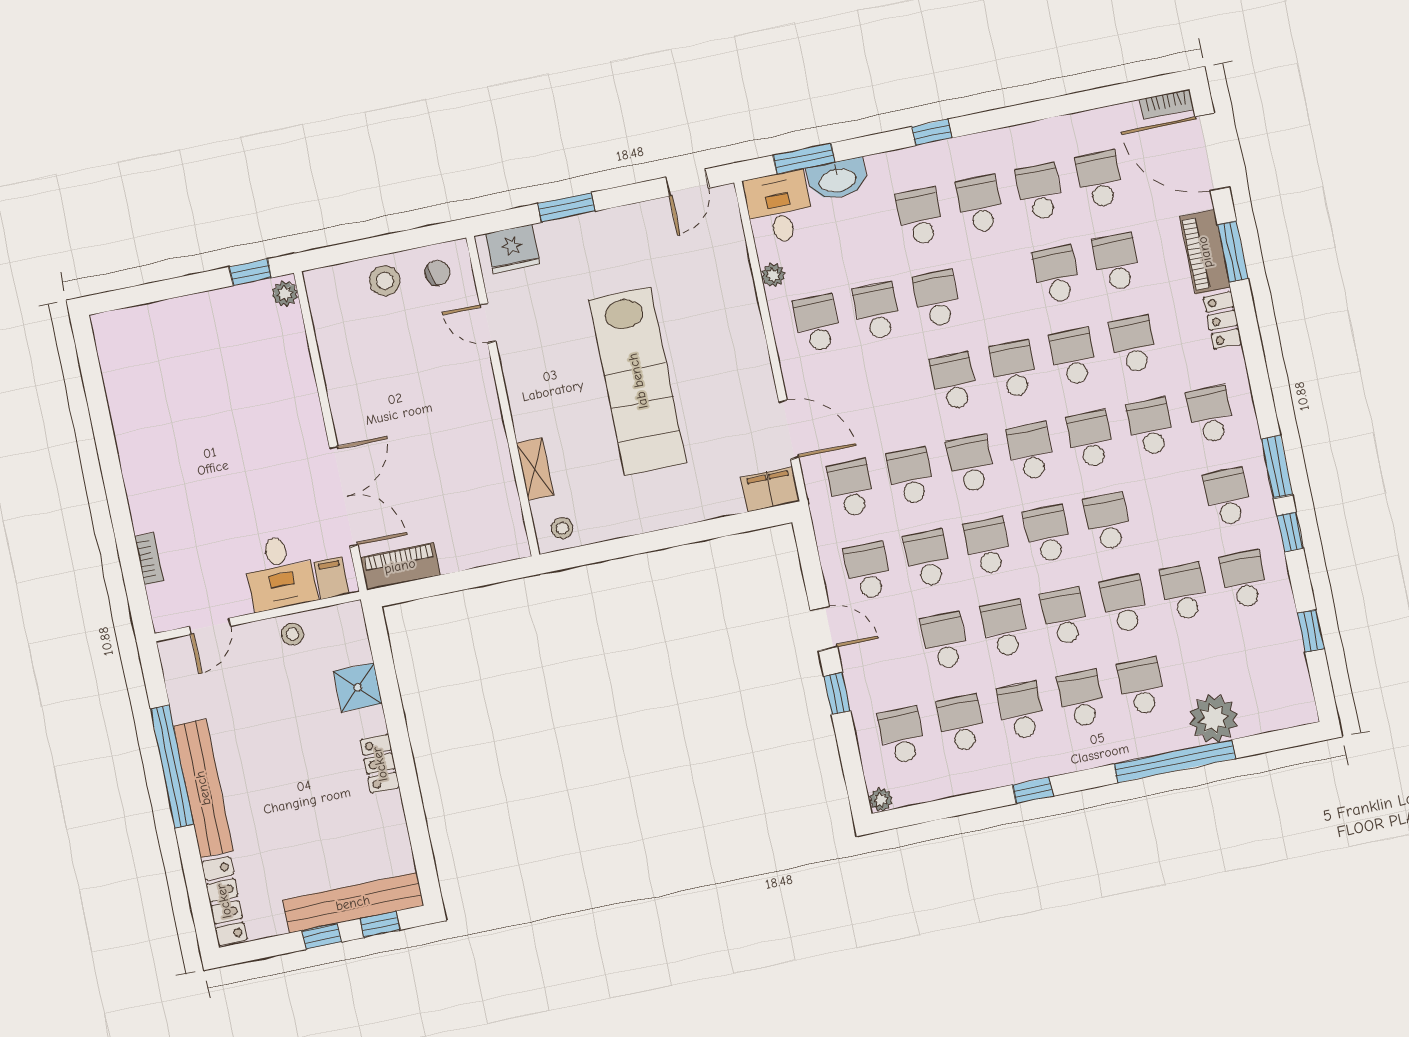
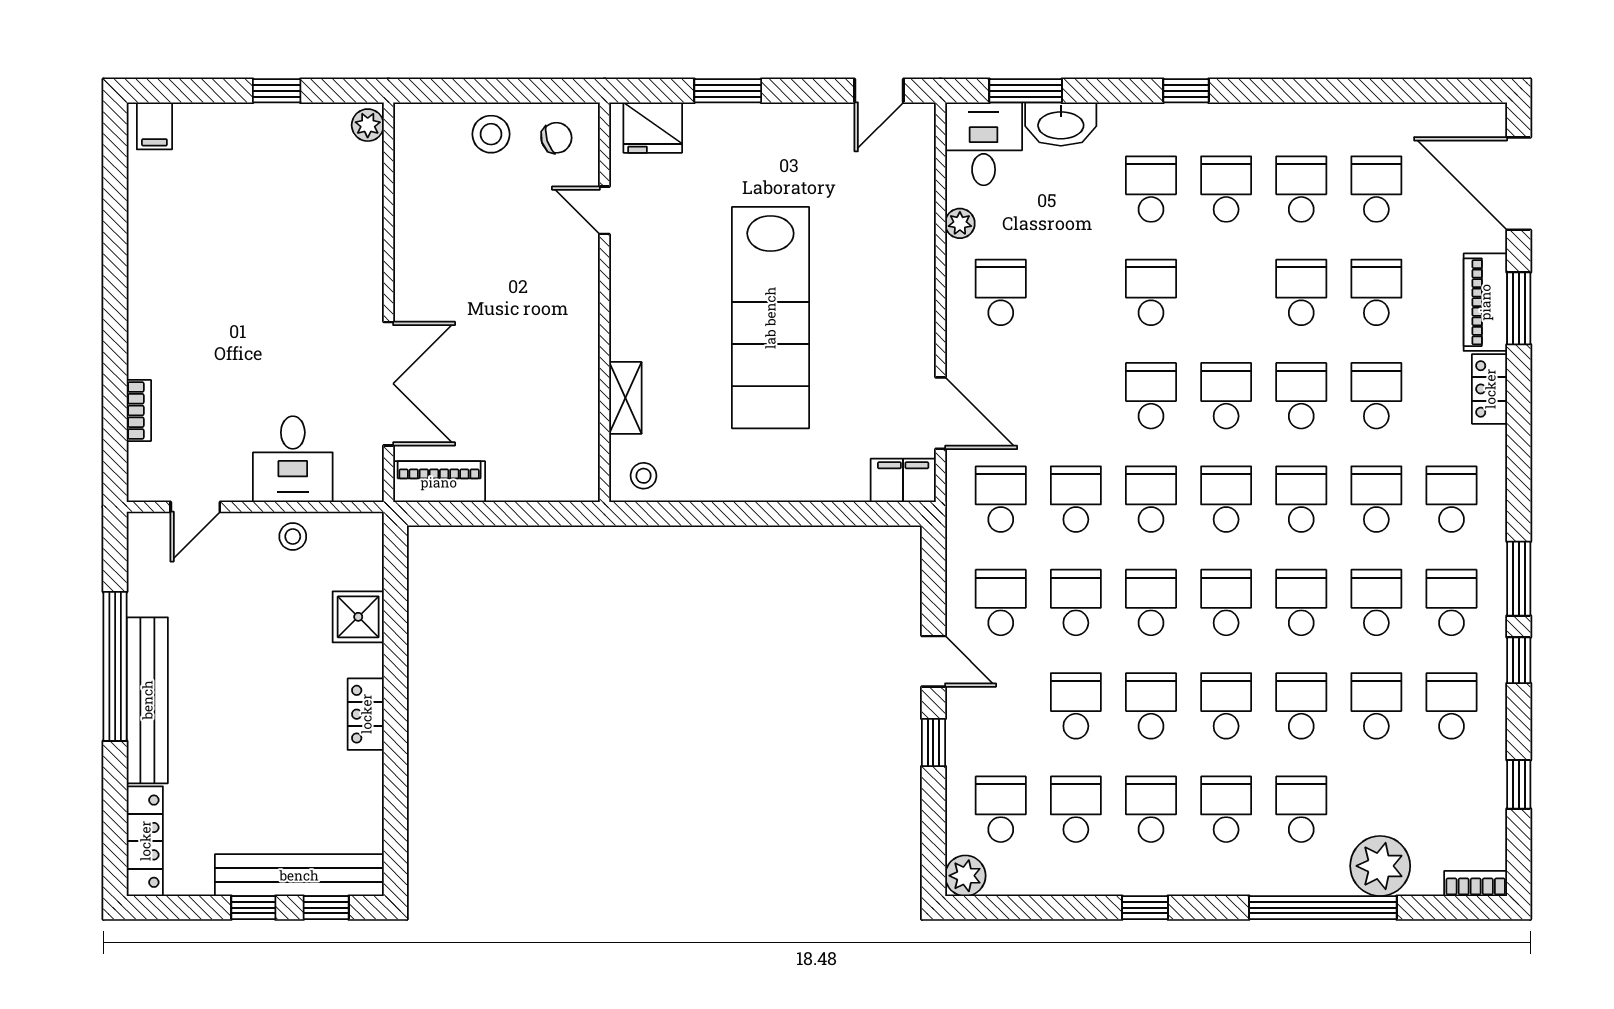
bookcase: (1167, 104) -> (1476, 883), moved, turned 180
window: (250, 272) -> (277, 91), moved
school desk: (877, 311) -> (1376, 603), moved
filing cabinet: (331, 578) -> (154, 126), moved, turned 180
plant: (881, 800) -> (965, 876), width x1.38, depth x1.38

